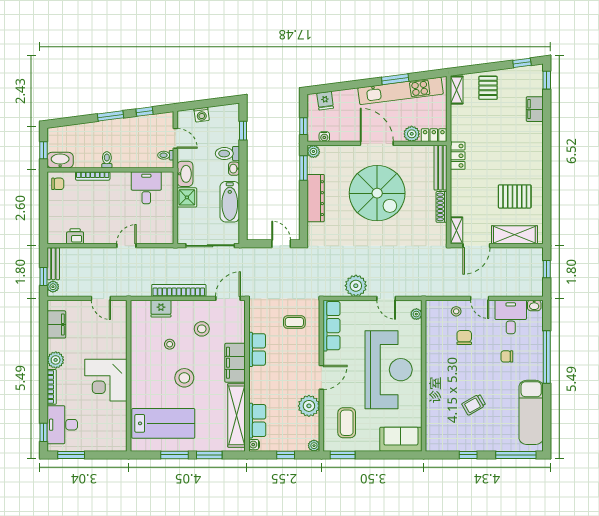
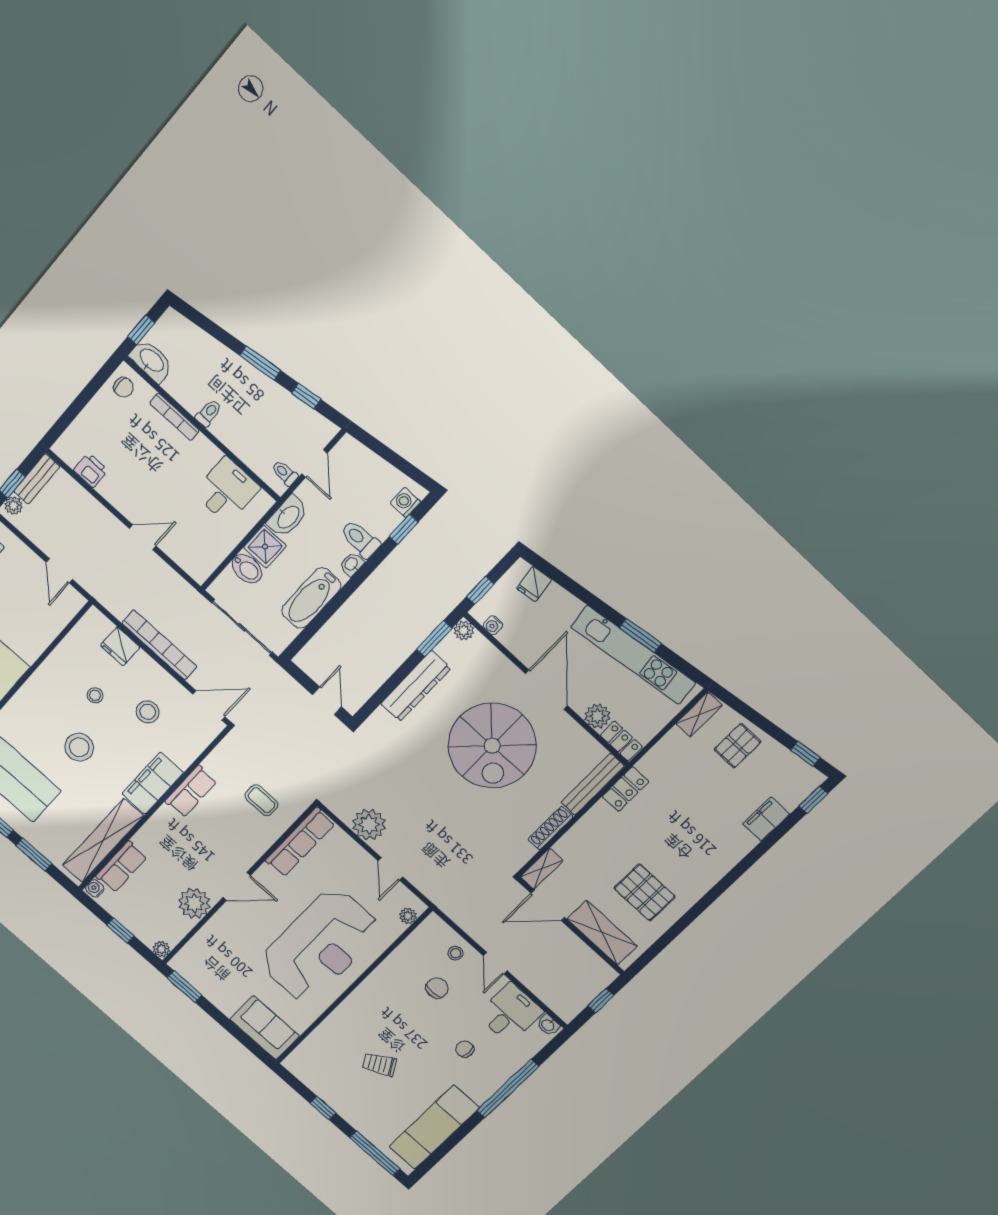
washing machine: (202, 115) -> (405, 502), moved, turned 97
bidet: (188, 216) -> (247, 569), added
coffee table: (347, 423) -> (220, 958), removed

